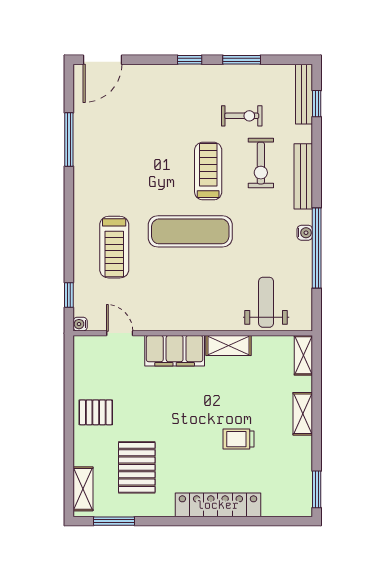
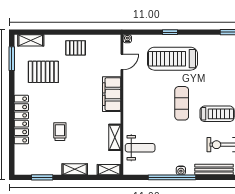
exercise mat: (190, 231) -> (182, 103), width x0.73, depth x0.69
treadmill: (114, 247) -> (172, 59), width x1.37, depth x1.38
window: (69, 295) -> (170, 32), moved
shelving: (228, 345) -> (115, 137), moved
pallet: (96, 412) -> (76, 48), turned 90
window: (317, 489) -> (42, 177), moved

